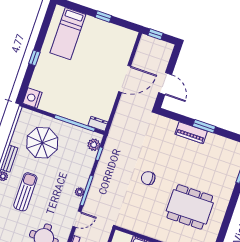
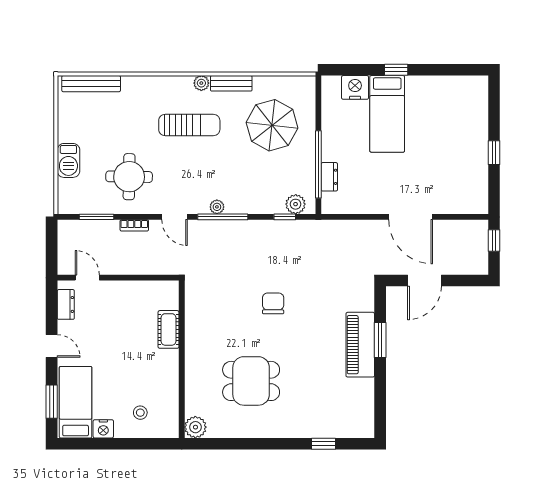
bed: (68, 34) -> (387, 114), moved, turned -90
nightstand: (32, 98) -> (355, 87), moved
dresser: (98, 124) -> (329, 177), moved
window: (204, 126) -> (380, 340), moved
piano: (191, 133) -> (360, 345), width x1.37, depth x1.33
dining table: (190, 207) -> (251, 381), width x0.73

